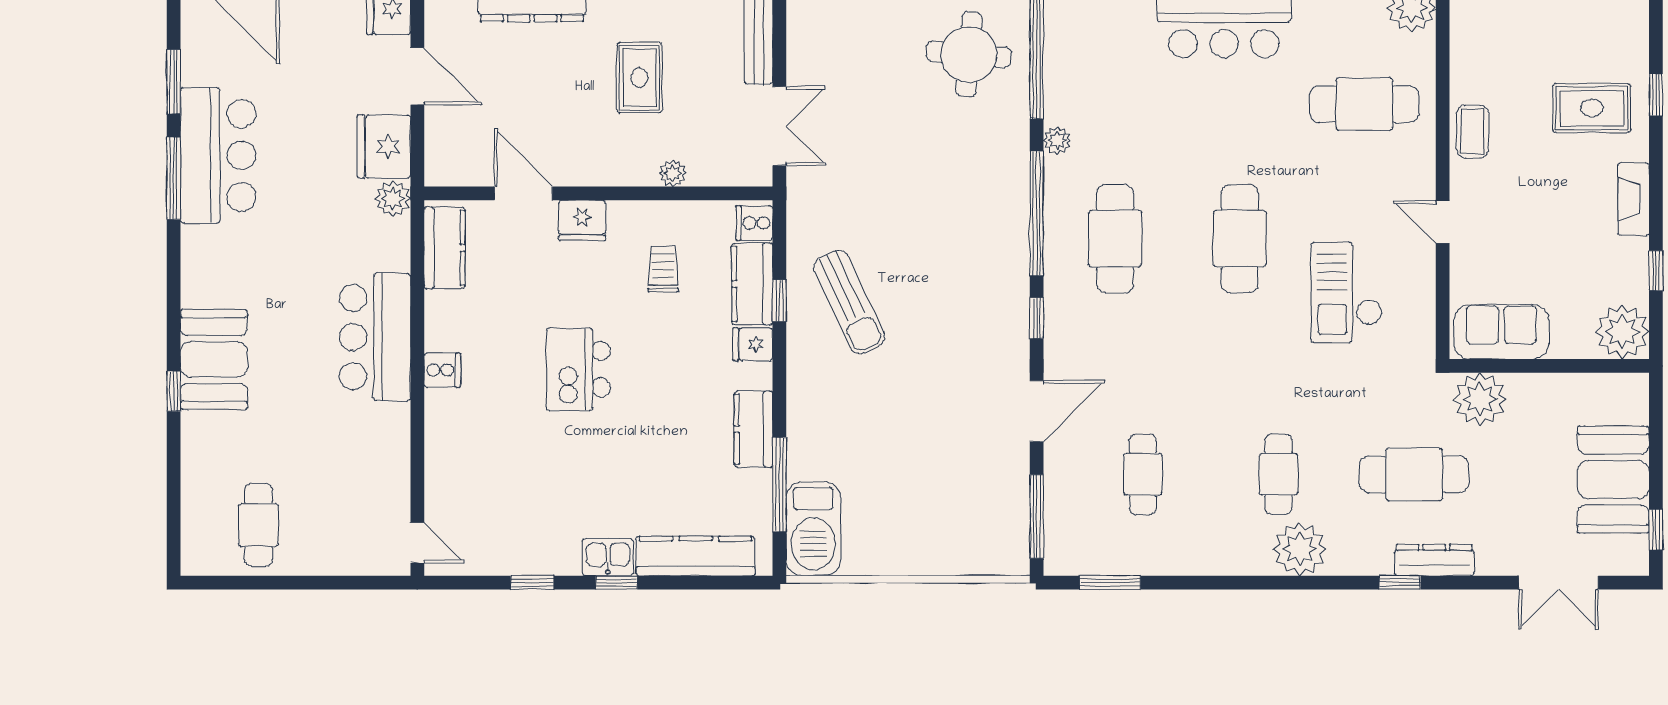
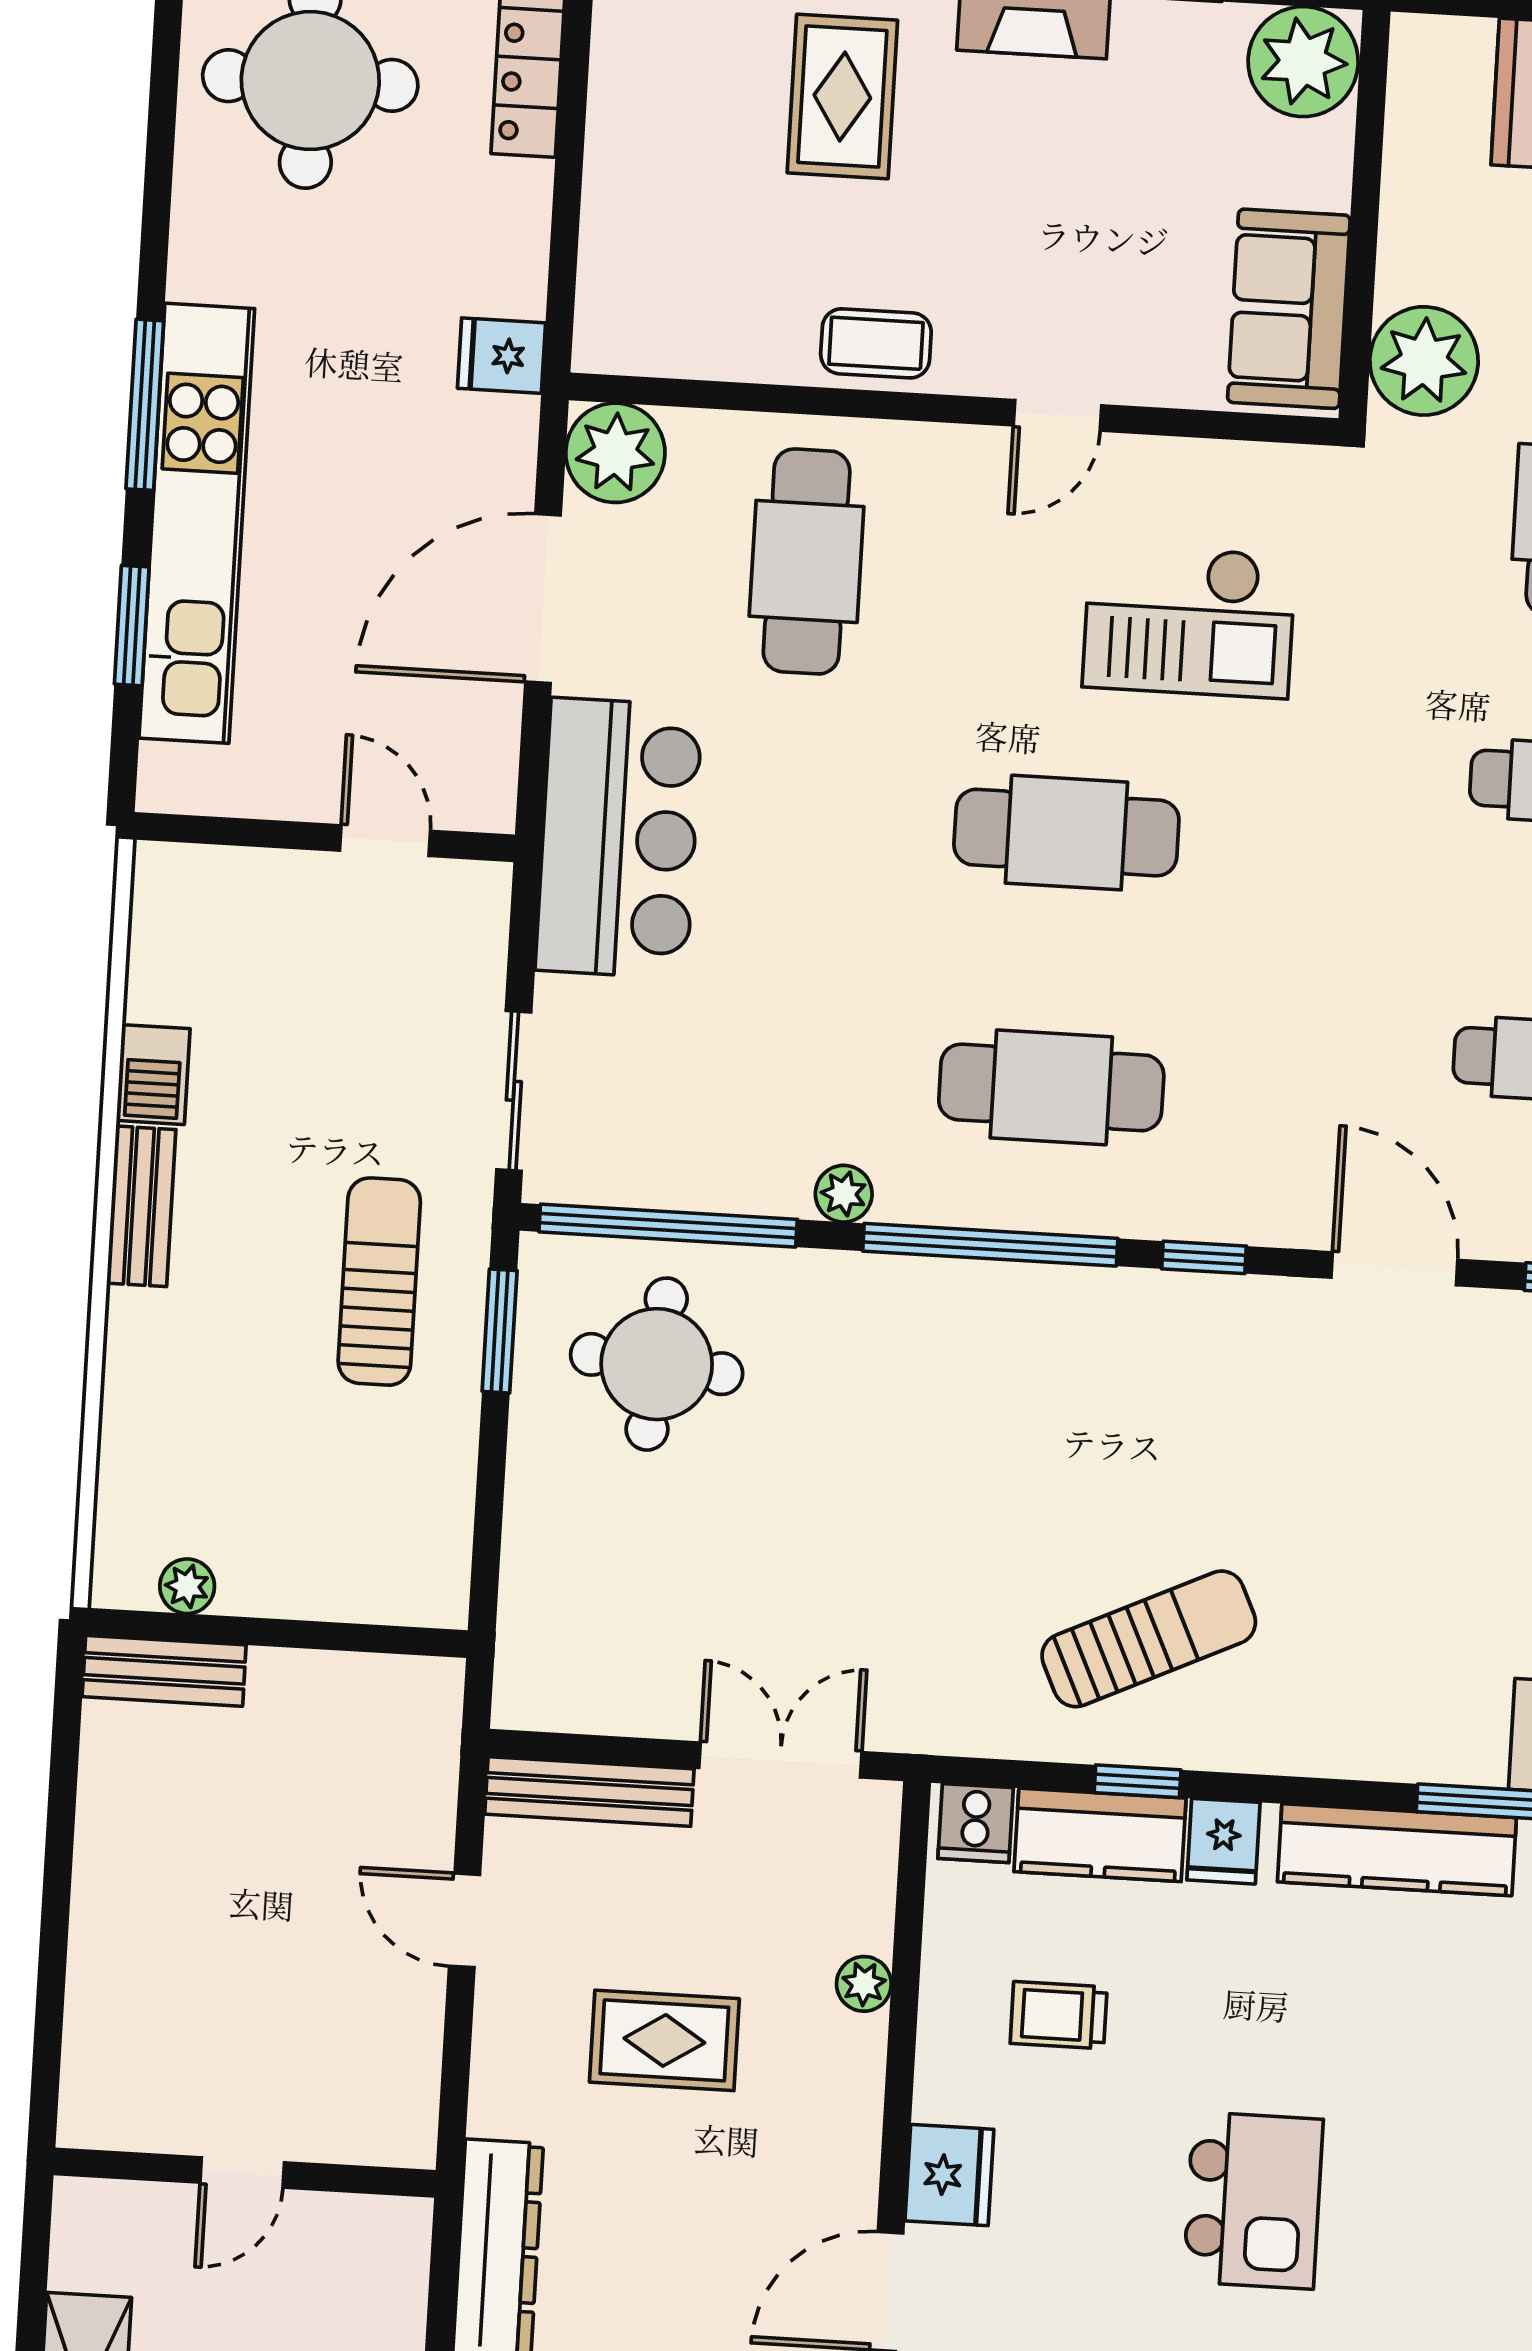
kitchen island: (578, 369) -> (1253, 2201), turned -90
kitchen counter: (754, 429) -> (1397, 1850), width x1.50

